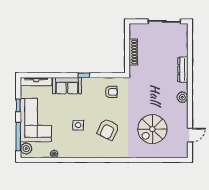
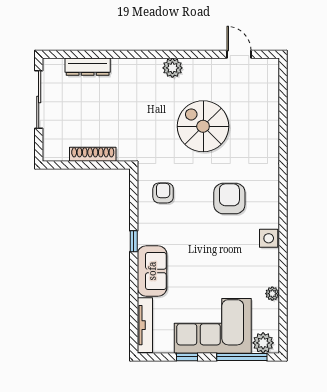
dresser: (183, 70) -> (88, 67), moved
side table: (78, 125) -> (269, 238), moved
spiral stairs: (152, 129) -> (203, 126), moved, turned 180
armchair: (108, 130) -> (229, 198), turned -116

